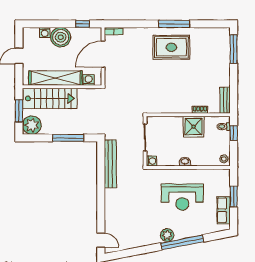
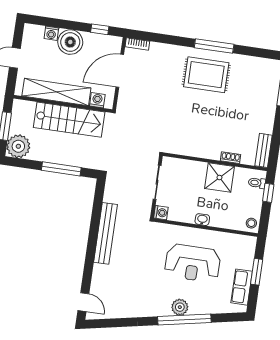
stairs: (50, 98) -> (69, 120), moved
bench: (110, 164) -> (105, 233), moved
plant: (167, 235) -> (180, 307), moved

